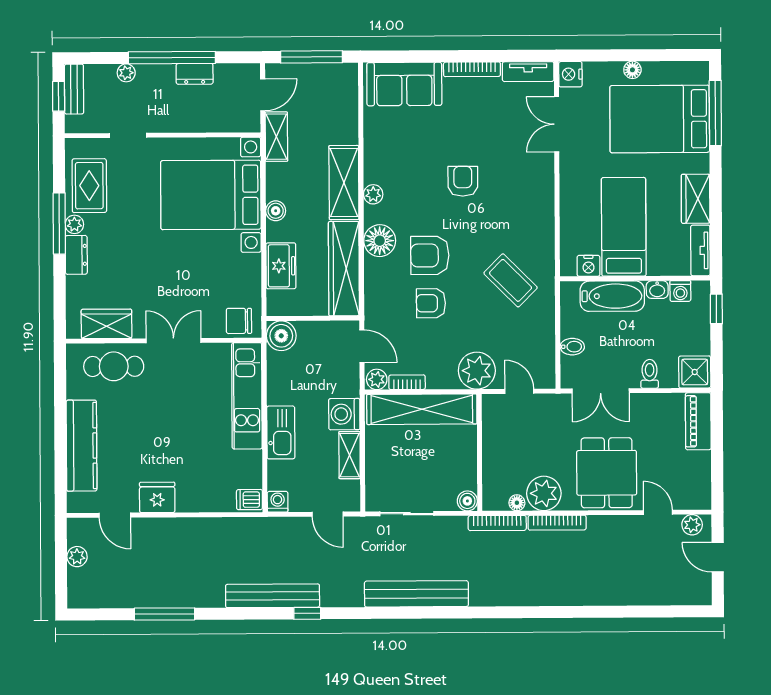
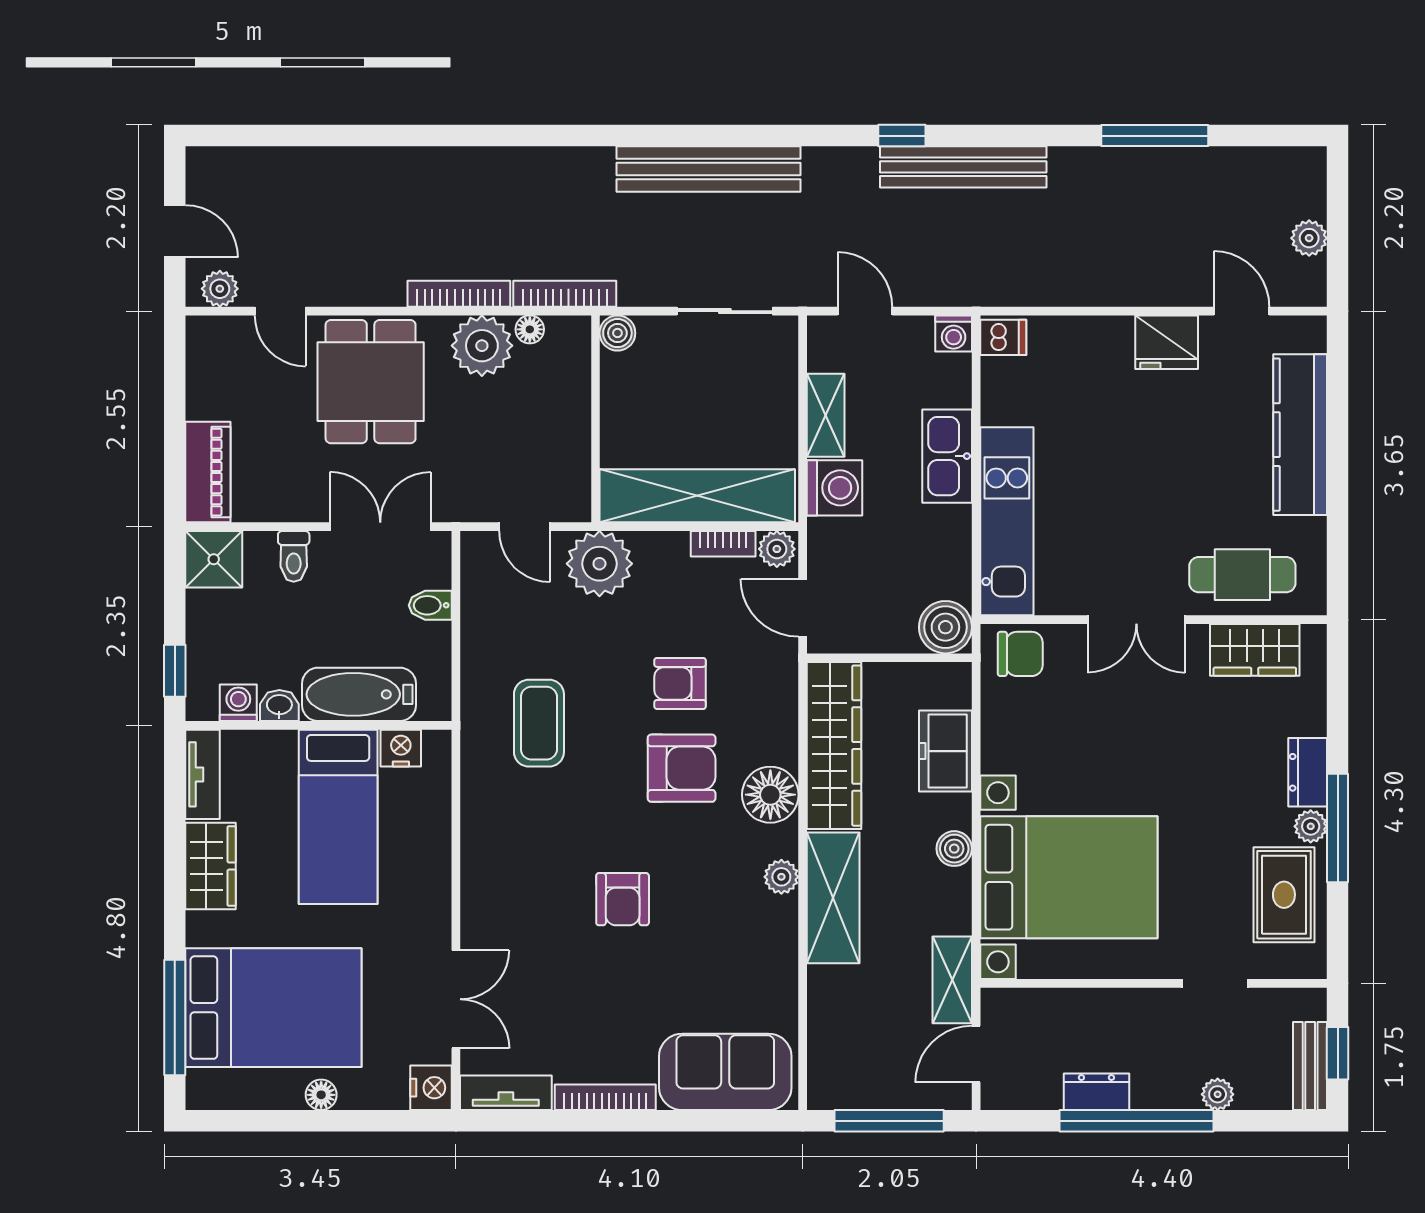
coffee table: (511, 280) -> (539, 723), turned 45
armchair: (431, 303) -> (680, 683), turned 180

